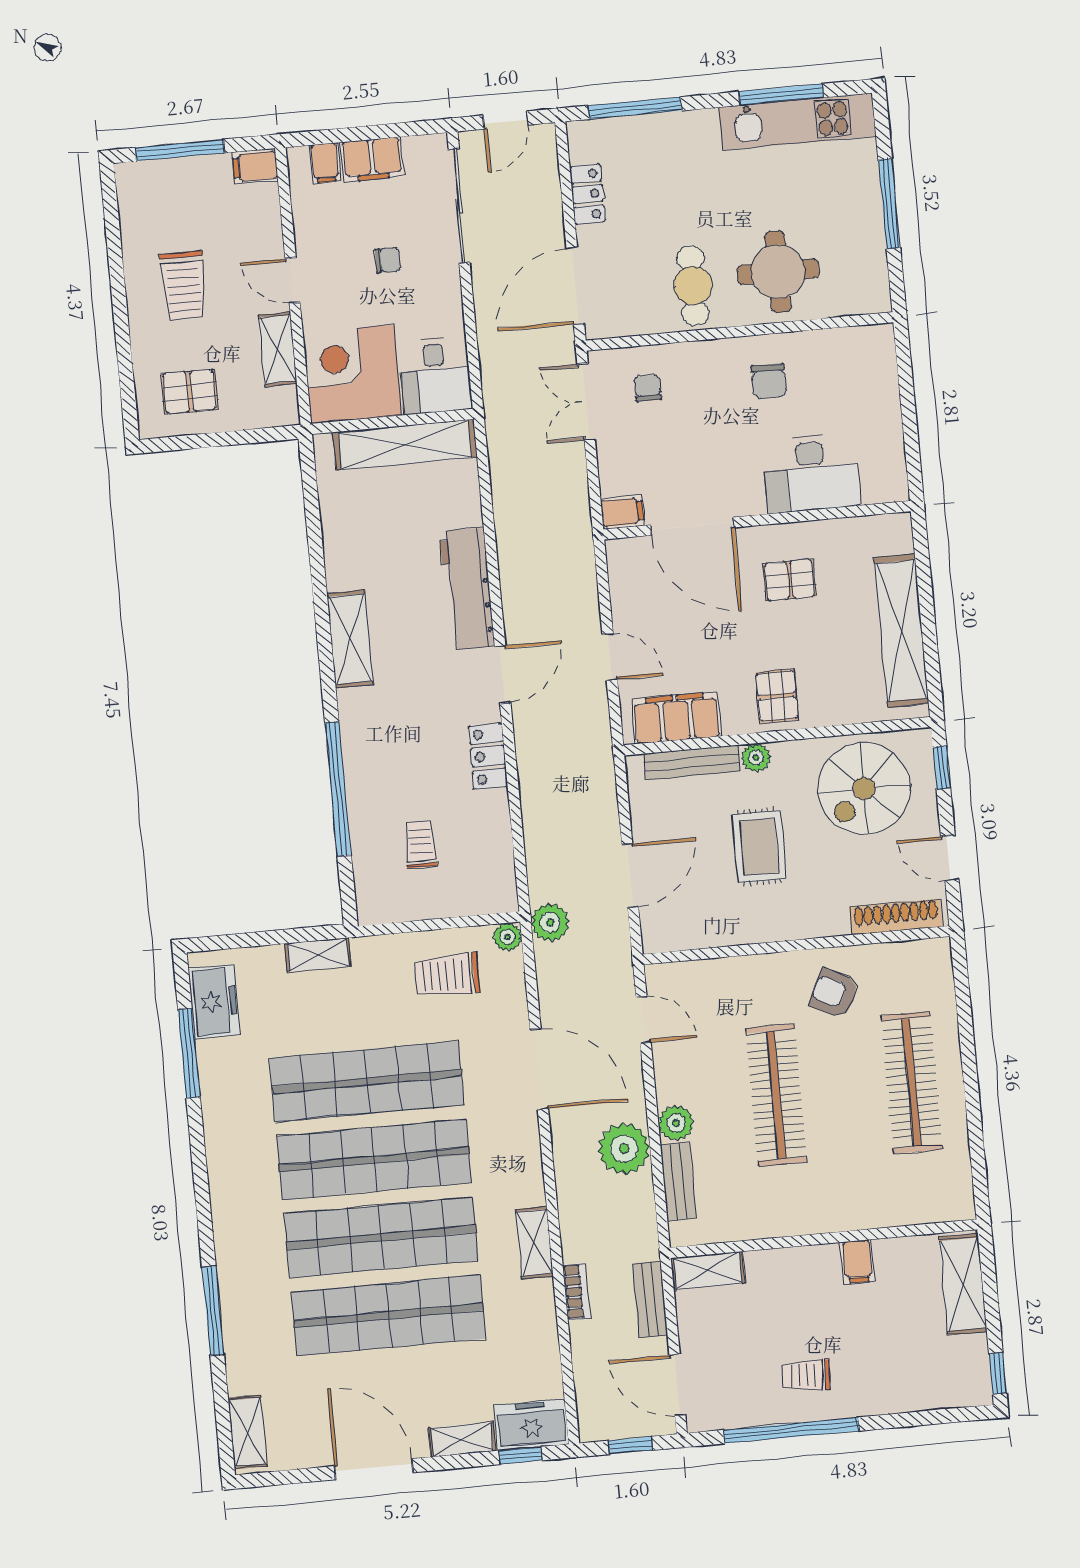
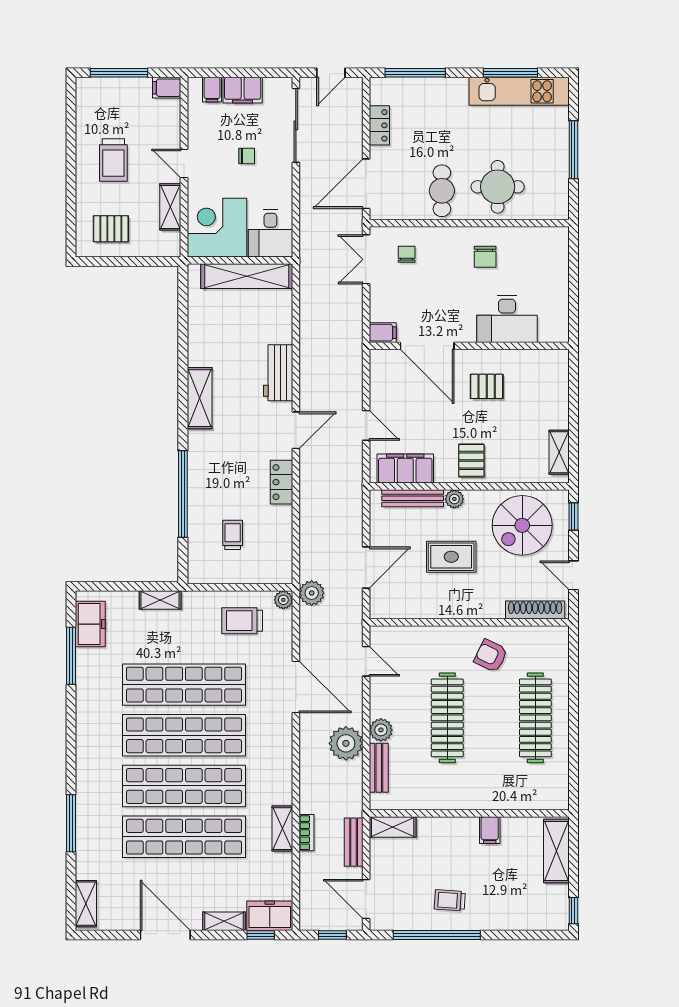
workbench: (467, 589) -> (278, 373), width x0.73
shelving: (901, 631) -> (559, 452), width x0.45, depth x0.75
rug: (759, 847) -> (451, 557), turned 90
shelving: (534, 1243) -> (282, 829), moved

